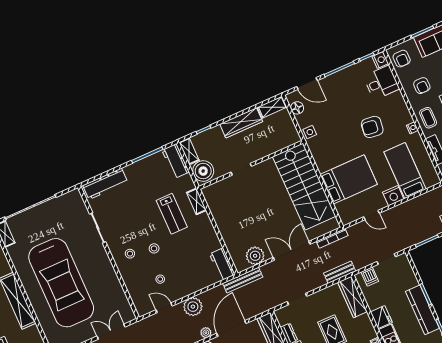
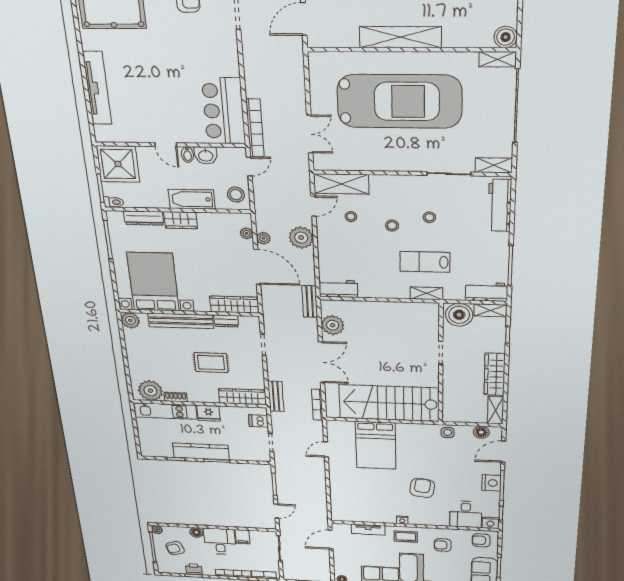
bed: (405, 171) -> (360, 496), removed
nightstand: (393, 196) -> (491, 483), moved, turned 180
shelving: (78, 202) -> (494, 165), added
stool: (130, 254) -> (429, 217), moved
bench: (243, 280) -> (310, 301), width x0.73
car: (61, 283) -> (399, 101), turned 180
shelving: (138, 296) -> (341, 184), added

